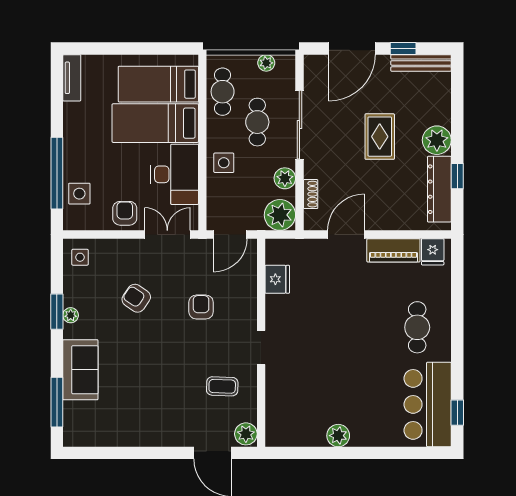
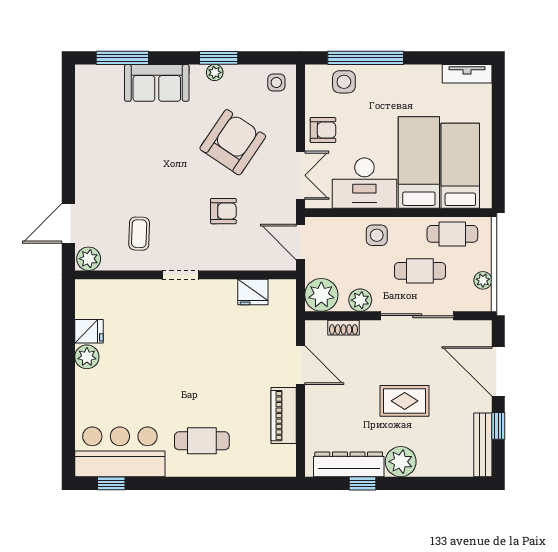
fridge: (433, 252) -> (89, 331), moved, turned 180
armchair: (136, 298) -> (233, 142), width x1.88, depth x1.88

